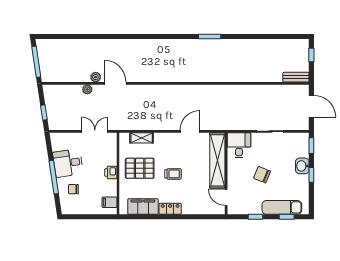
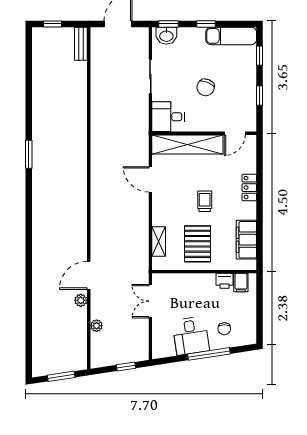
window: (36, 62) -> (61, 376), width x0.69
plant: (87, 89) -> (97, 326), moved
washbasin: (302, 166) -> (166, 36), moved
printer: (111, 173) -> (224, 281), moved
exam couch: (282, 207) -> (231, 36), moved, turned -90
locker: (170, 209) -> (249, 188), moved

